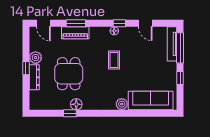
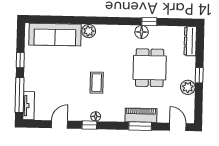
door: (145, 23) -> (60, 124), hinge flipped
tv unit: (172, 44) -> (29, 106), width x0.71
dresser: (34, 77) -> (190, 41), moved

